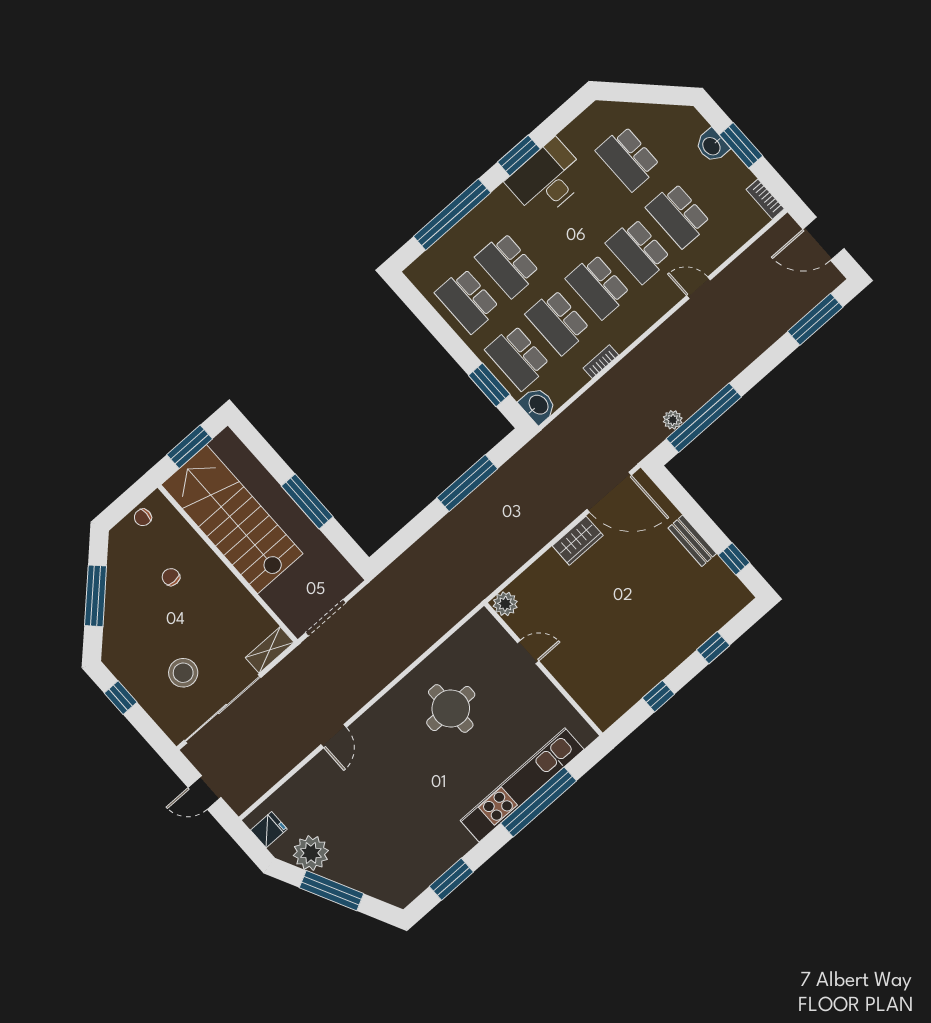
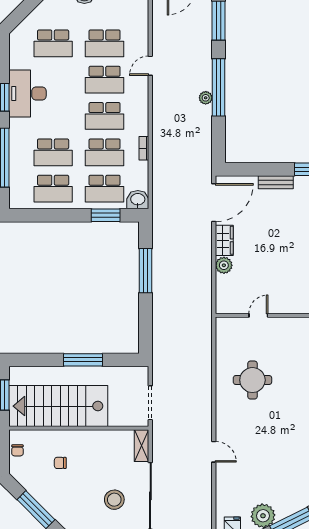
window: (704, 418) -> (219, 87), moved
plant: (673, 420) -> (206, 98), moved
plant: (505, 604) -> (224, 265), moved

